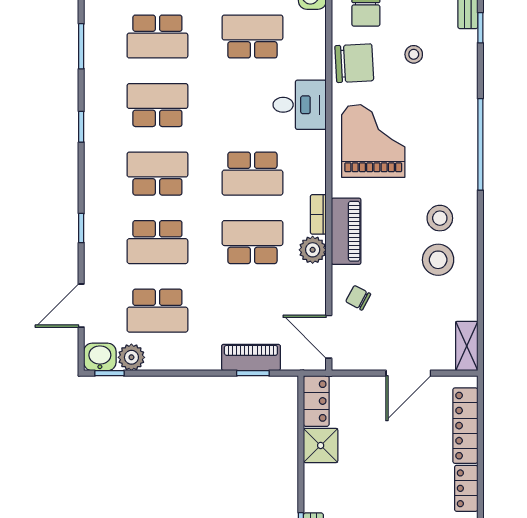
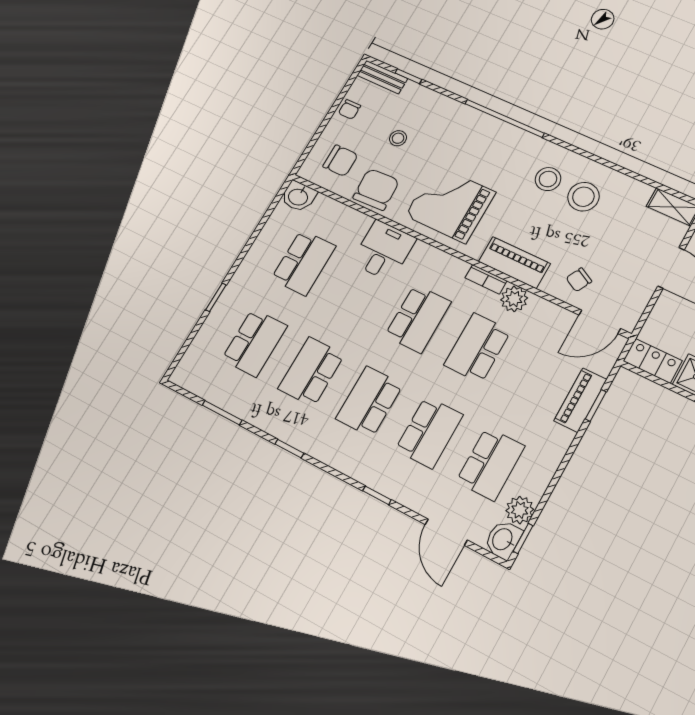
school desk: (252, 37) -> (303, 263), turned 180

